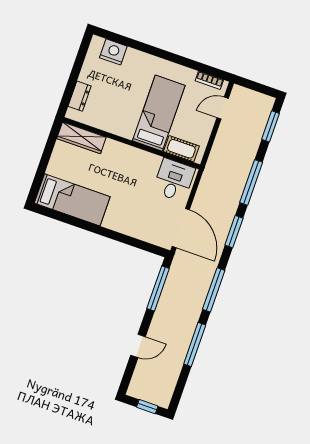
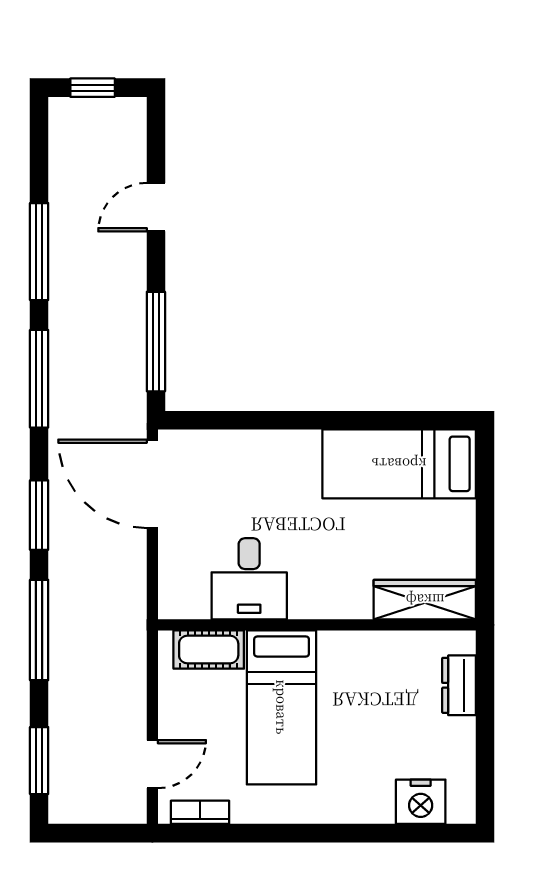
desk: (174, 180) -> (249, 579), moved

